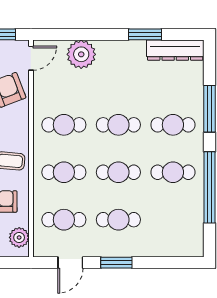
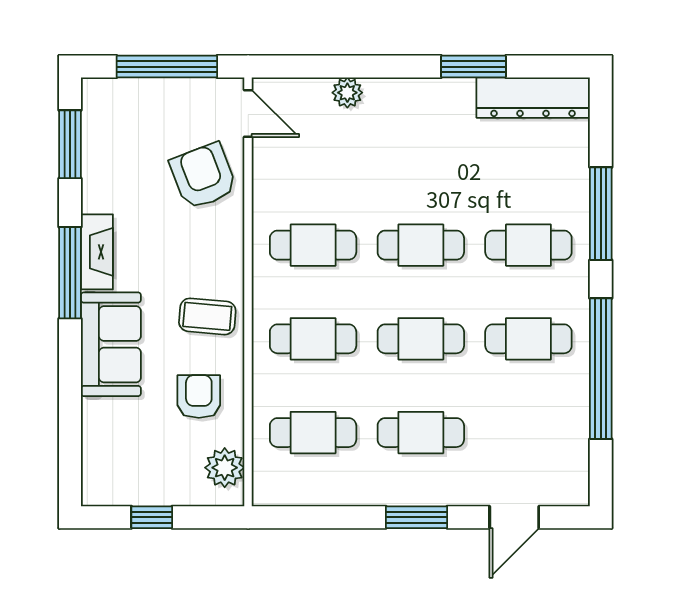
plant: (81, 54) -> (347, 93), width x0.53, depth x0.53
door: (31, 58) -> (248, 113), hinge flipped
door: (70, 263) -> (514, 517), moved

